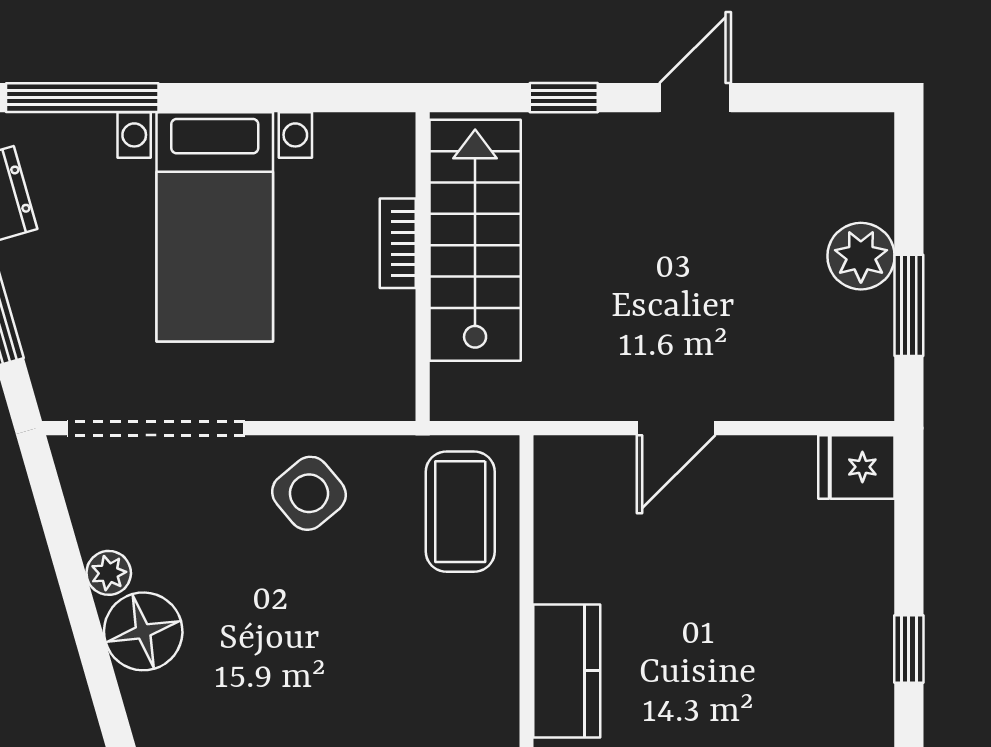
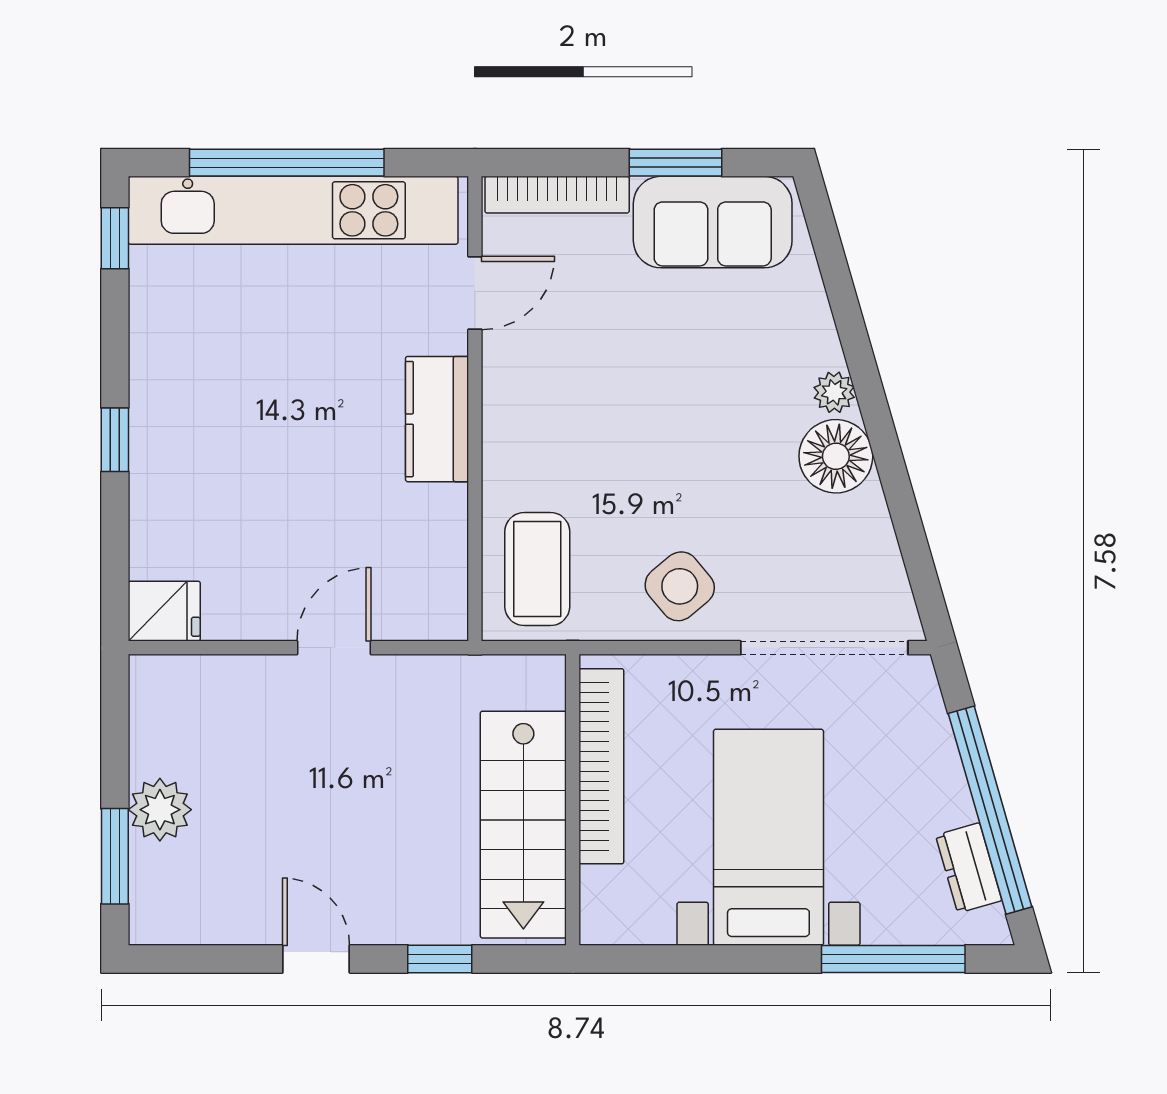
door: (695, 98) -> (316, 959), swing flipped
bookcase: (398, 243) -> (601, 766), width x2.31, depth x1.31
window: (909, 305) -> (115, 856), moved
plant: (109, 573) -> (834, 392), moved

